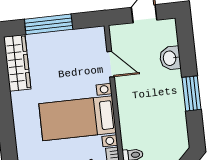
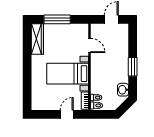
washbasin: (170, 58) -> (123, 90), moved

